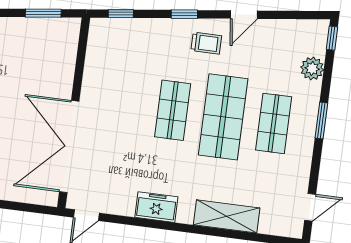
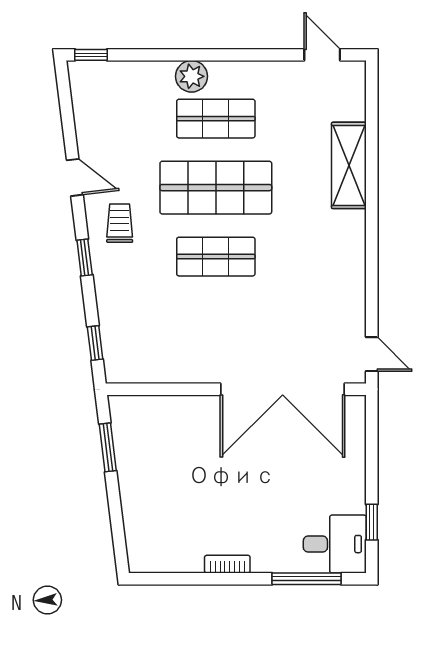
plant: (312, 68) -> (192, 76), moved
window: (321, 121) -> (204, 55), removed
freezer: (156, 207) -> (349, 262), removed

